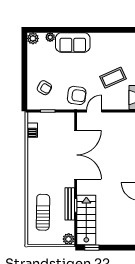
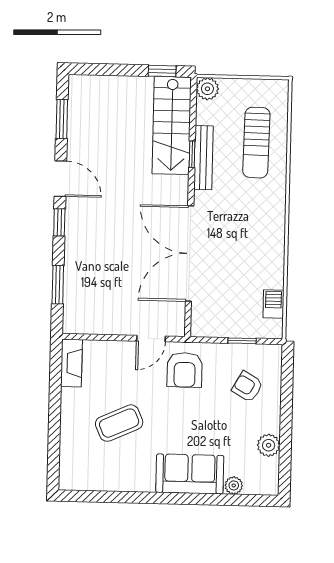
plant: (33, 38) -> (269, 445), moved
coffee table: (113, 78) -> (119, 423), moved
armchair: (77, 95) -> (185, 370), turned -97

